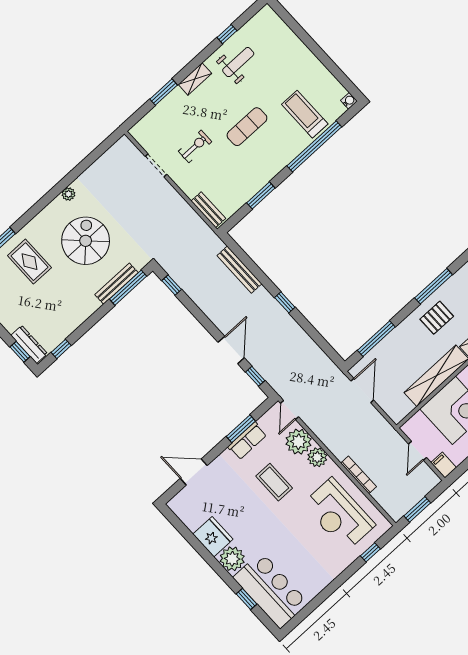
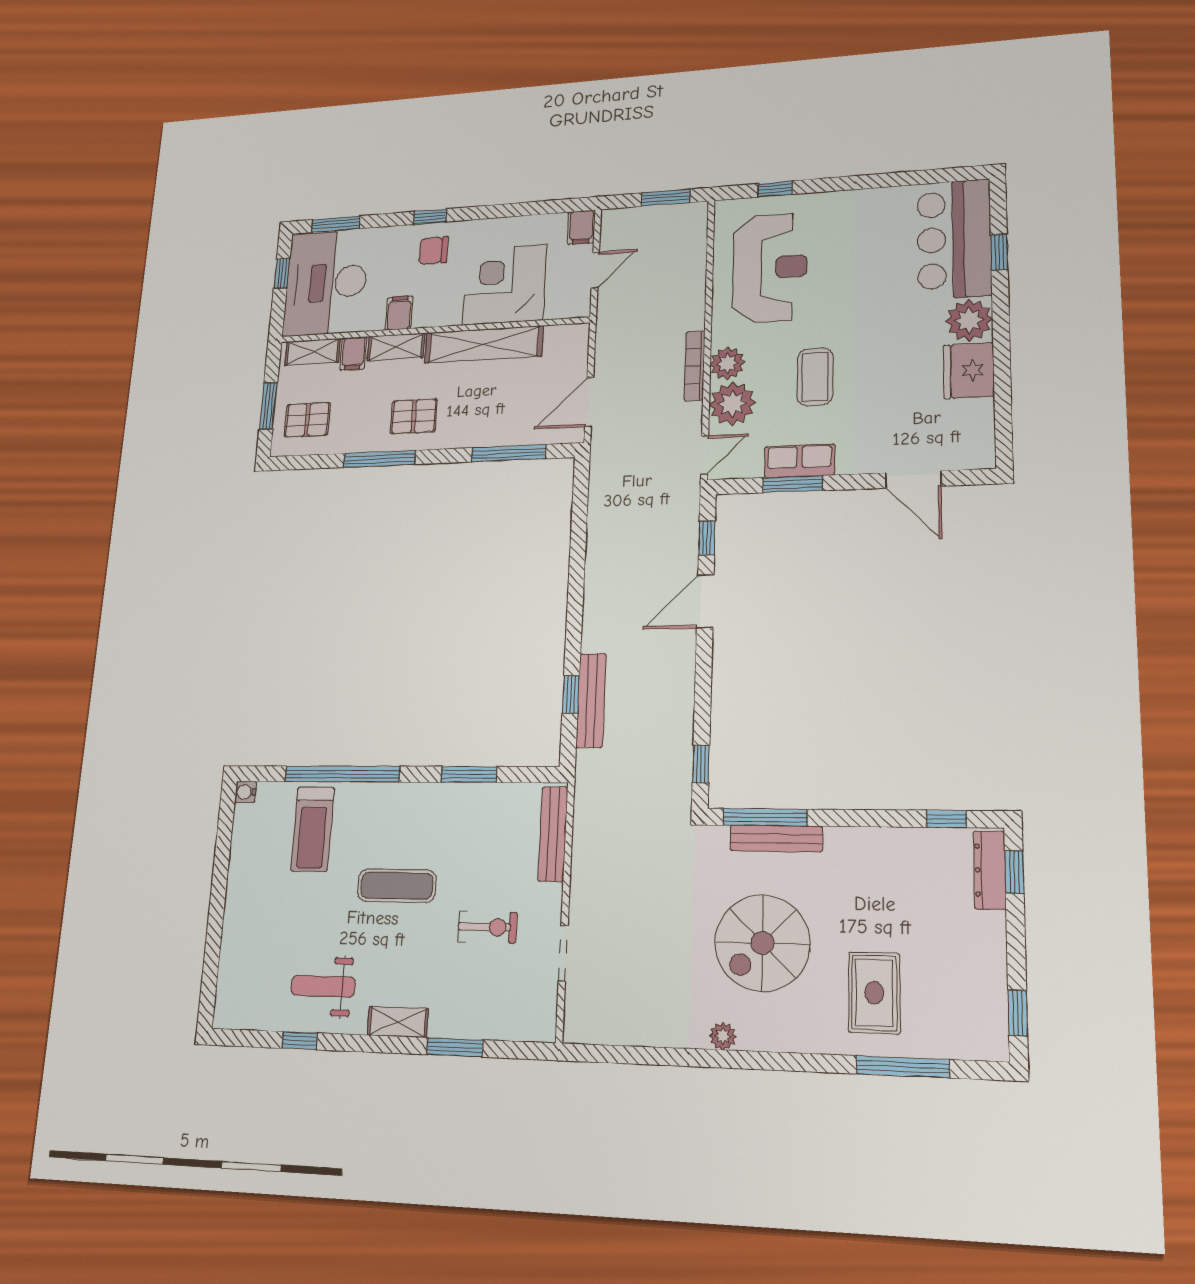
exercise bike: (195, 146) -> (487, 927), turned 180
bench: (208, 210) -> (553, 834), width x1.36
window: (285, 302) -> (571, 694), moved
bookcase: (359, 475) -> (695, 366), moved

